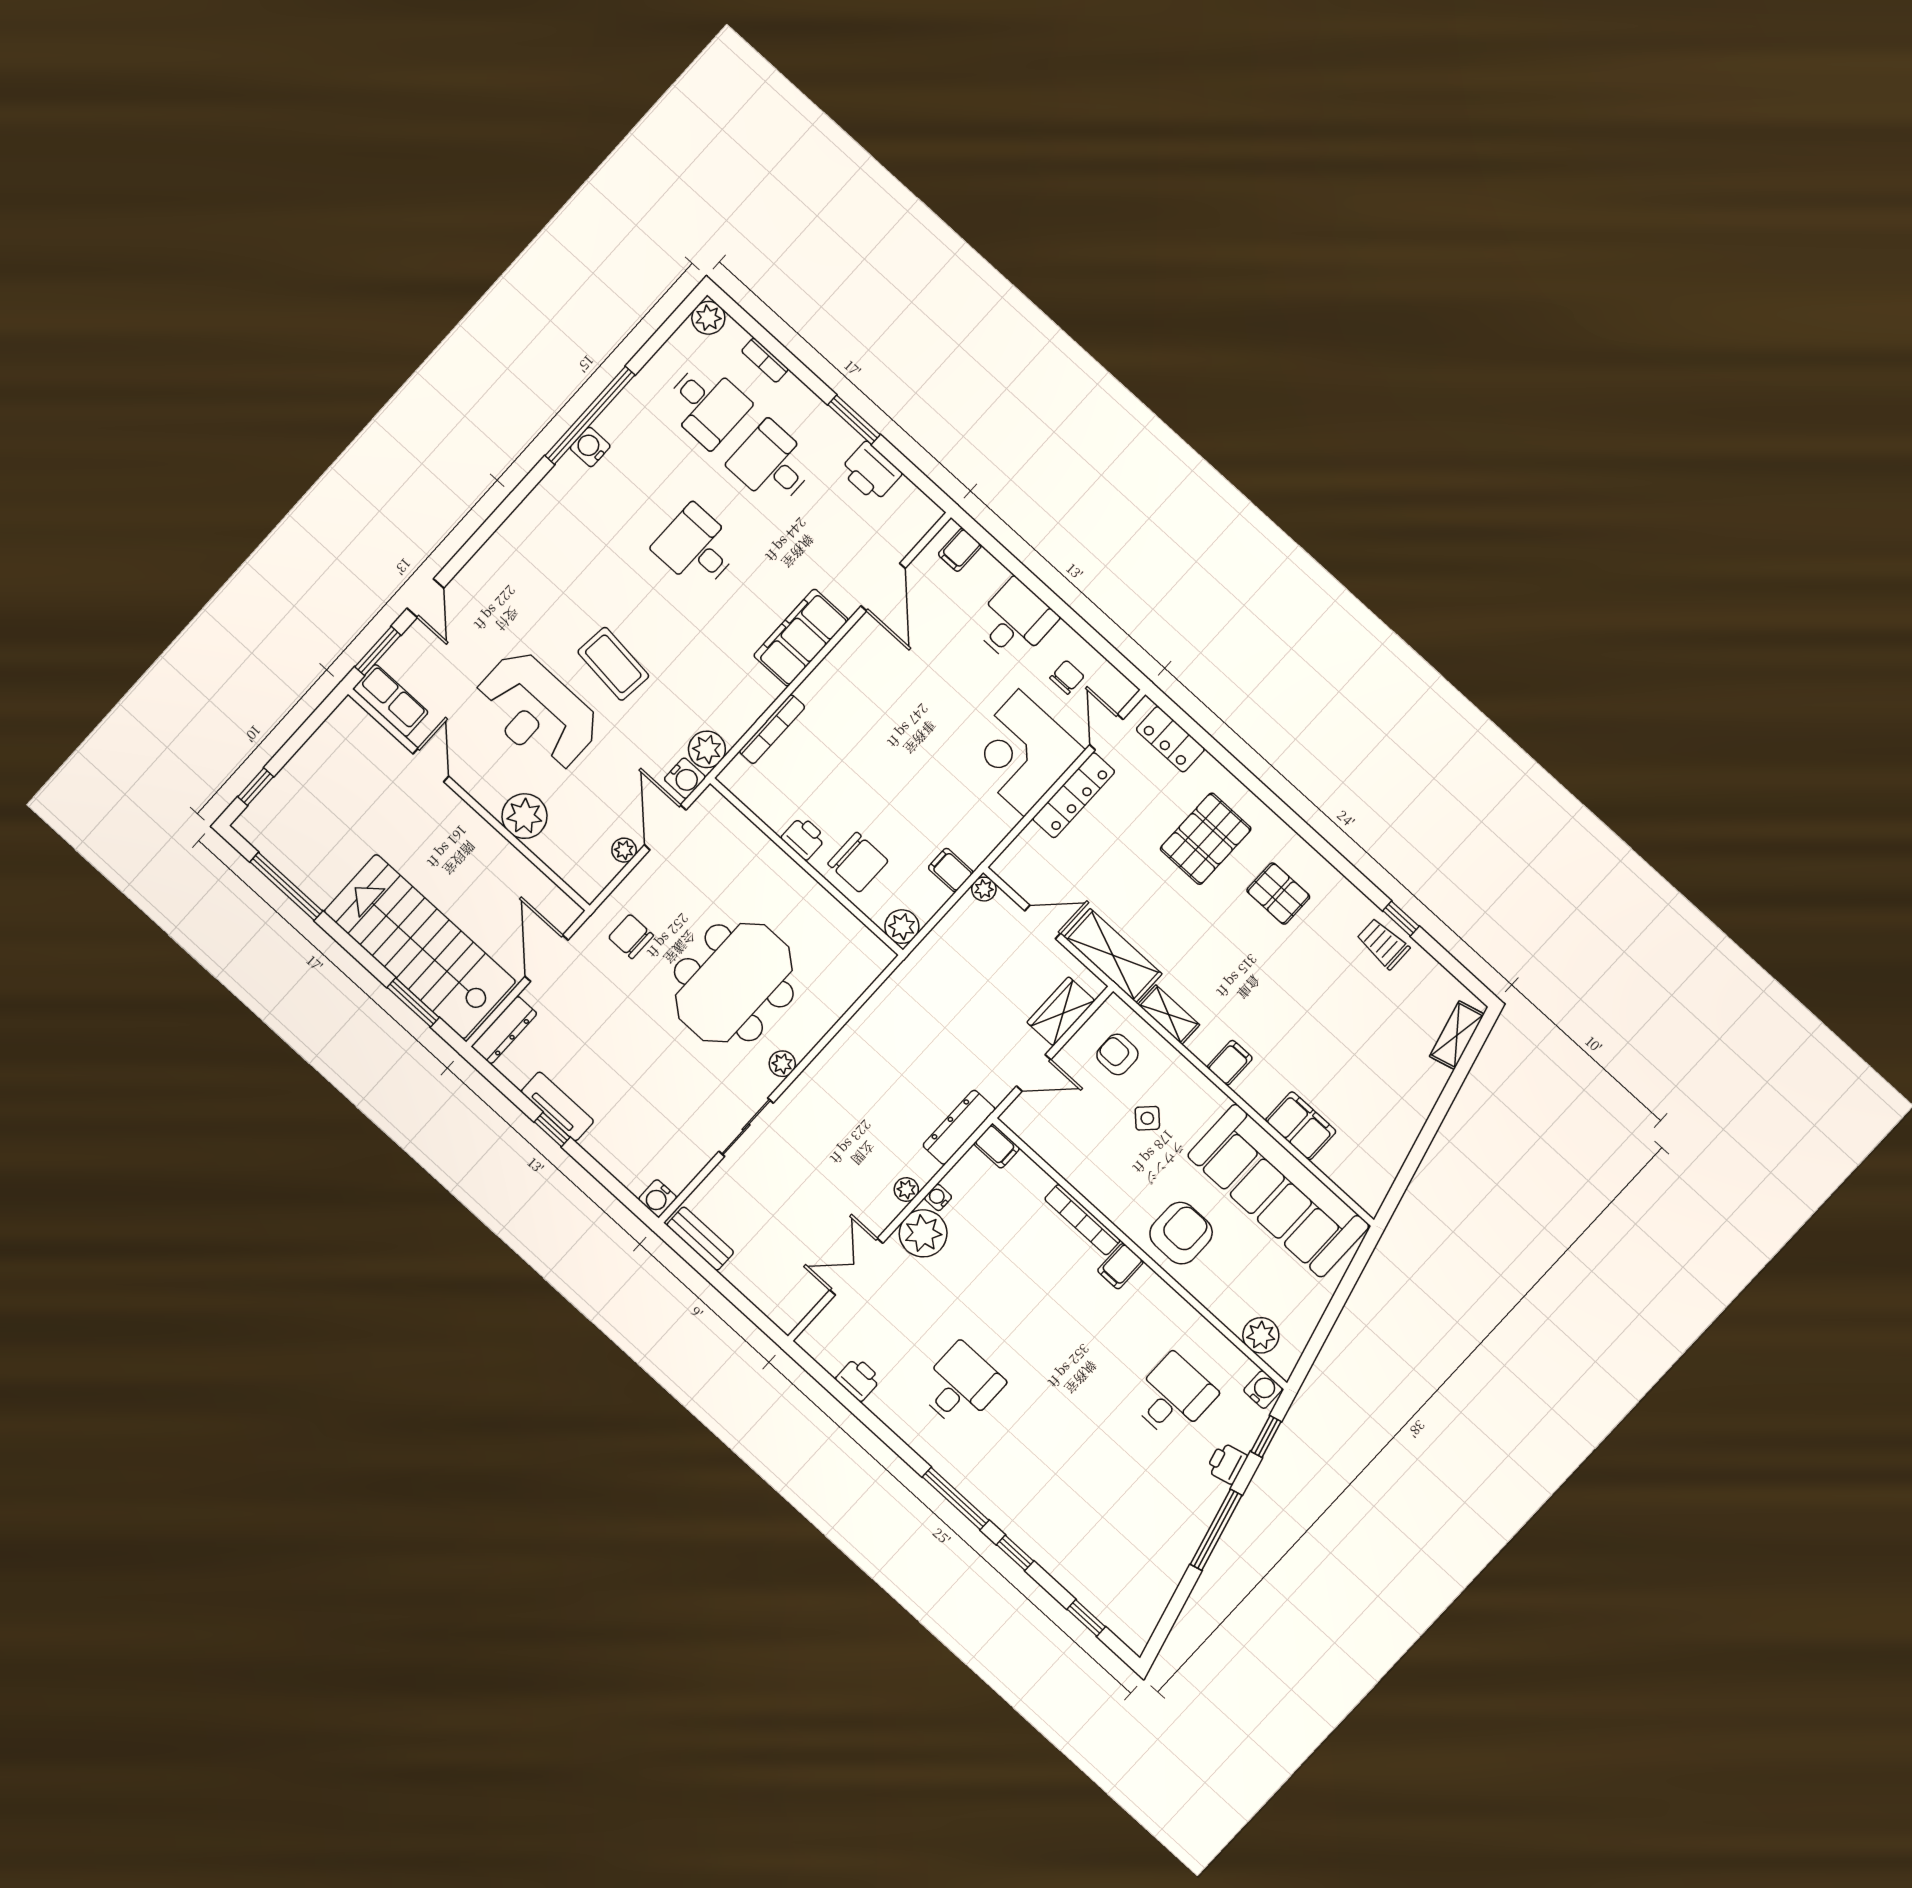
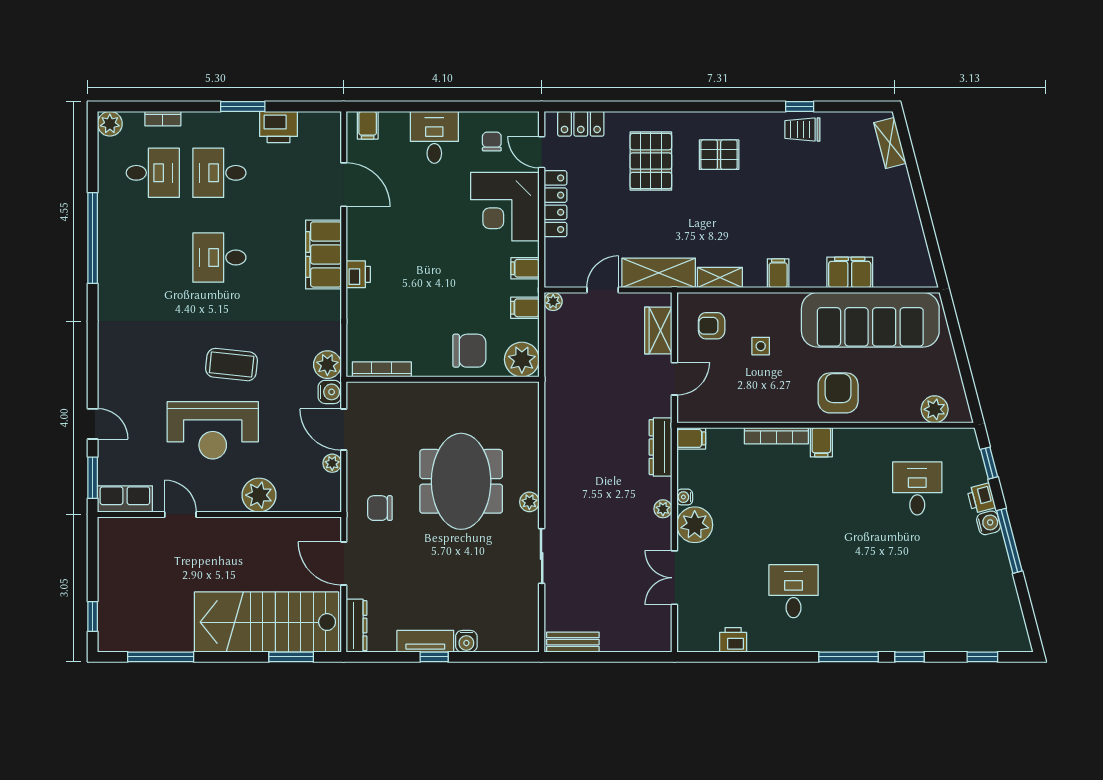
water cooler: (590, 447) -> (109, 255), removed
bookcase: (772, 729) -> (382, 369), moved, turned -90
filing cabinet: (986, 831) -> (525, 268), added
printer: (804, 838) -> (358, 274), moved, turned 90
plant: (902, 927) -> (522, 360), width x1.36, depth x1.36
side table: (1147, 1118) -> (761, 346), turned 45
water cooler: (658, 1198) -> (466, 641), moved
water cooler: (1263, 1390) -> (988, 523), moved, turned 75

